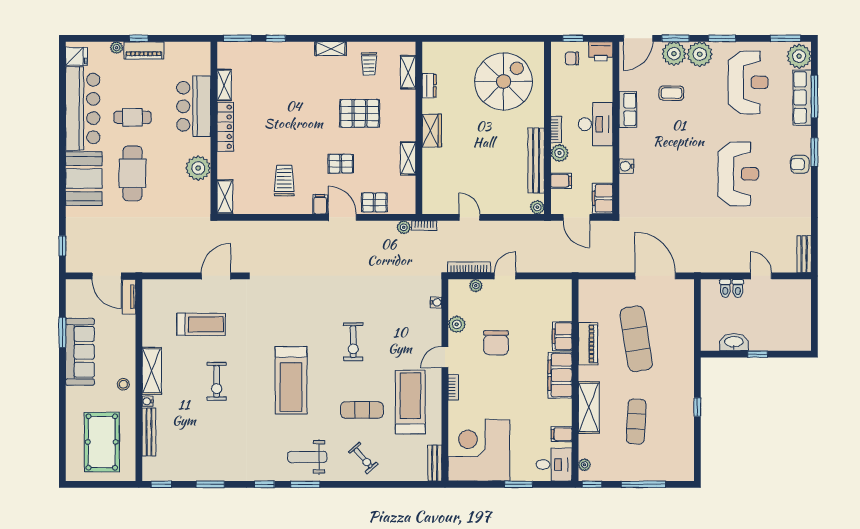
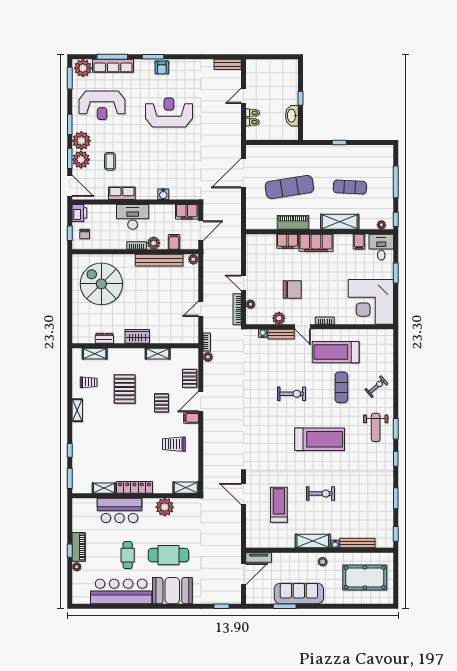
fridge: (76, 56) -> (83, 596), removed
reception desk: (748, 82) -> (102, 105), turned 180
bench: (435, 463) -> (281, 334), moved

